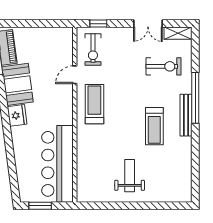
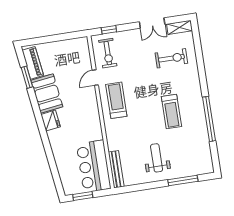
window: (195, 98) -> (209, 119), moved
bench: (186, 115) -> (116, 169), moved
bar counter: (58, 164) -> (94, 166), width x0.73
window: (155, 206) -> (183, 181), added

